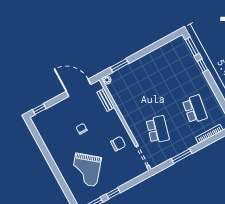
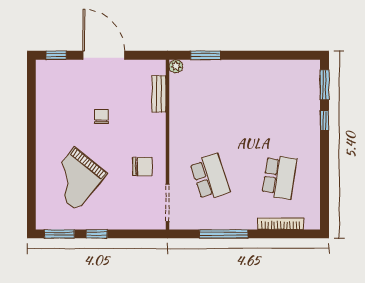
door: (79, 88) -> (104, 55), moved
school desk: (158, 129) -> (210, 177), turned -33
window: (182, 156) -> (224, 234), width x1.44

